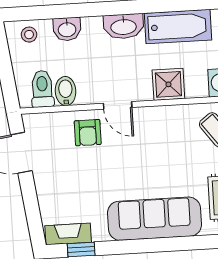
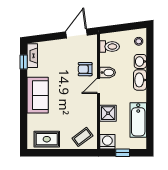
washbasin: (124, 26) -> (140, 80), moved
bidet: (66, 91) -> (108, 72), moved
sofa: (155, 219) -> (38, 95), width x0.73

